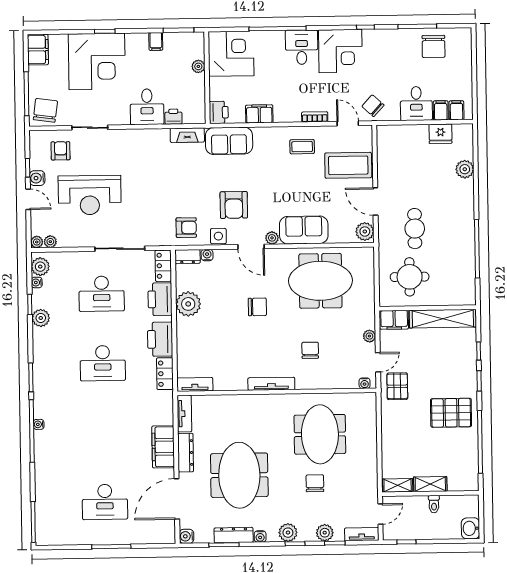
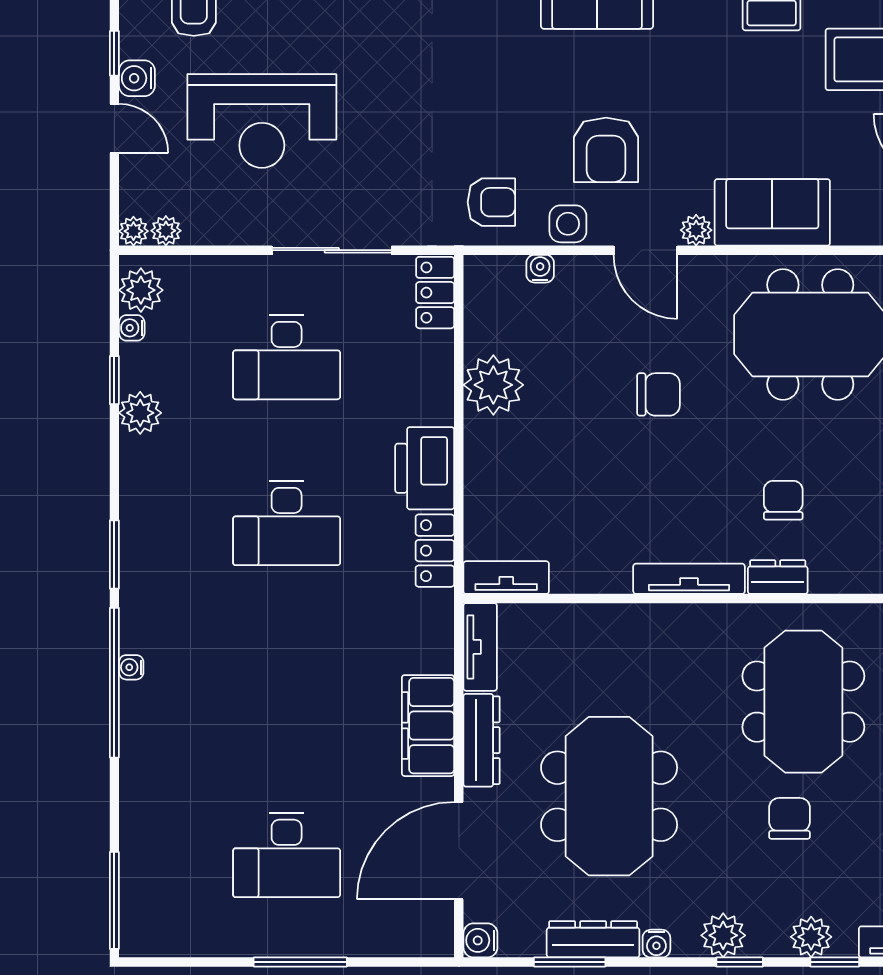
dresser: (187, 257) -> (778, 577), moved, turned 180
printer: (160, 299) -> (426, 373), removed

